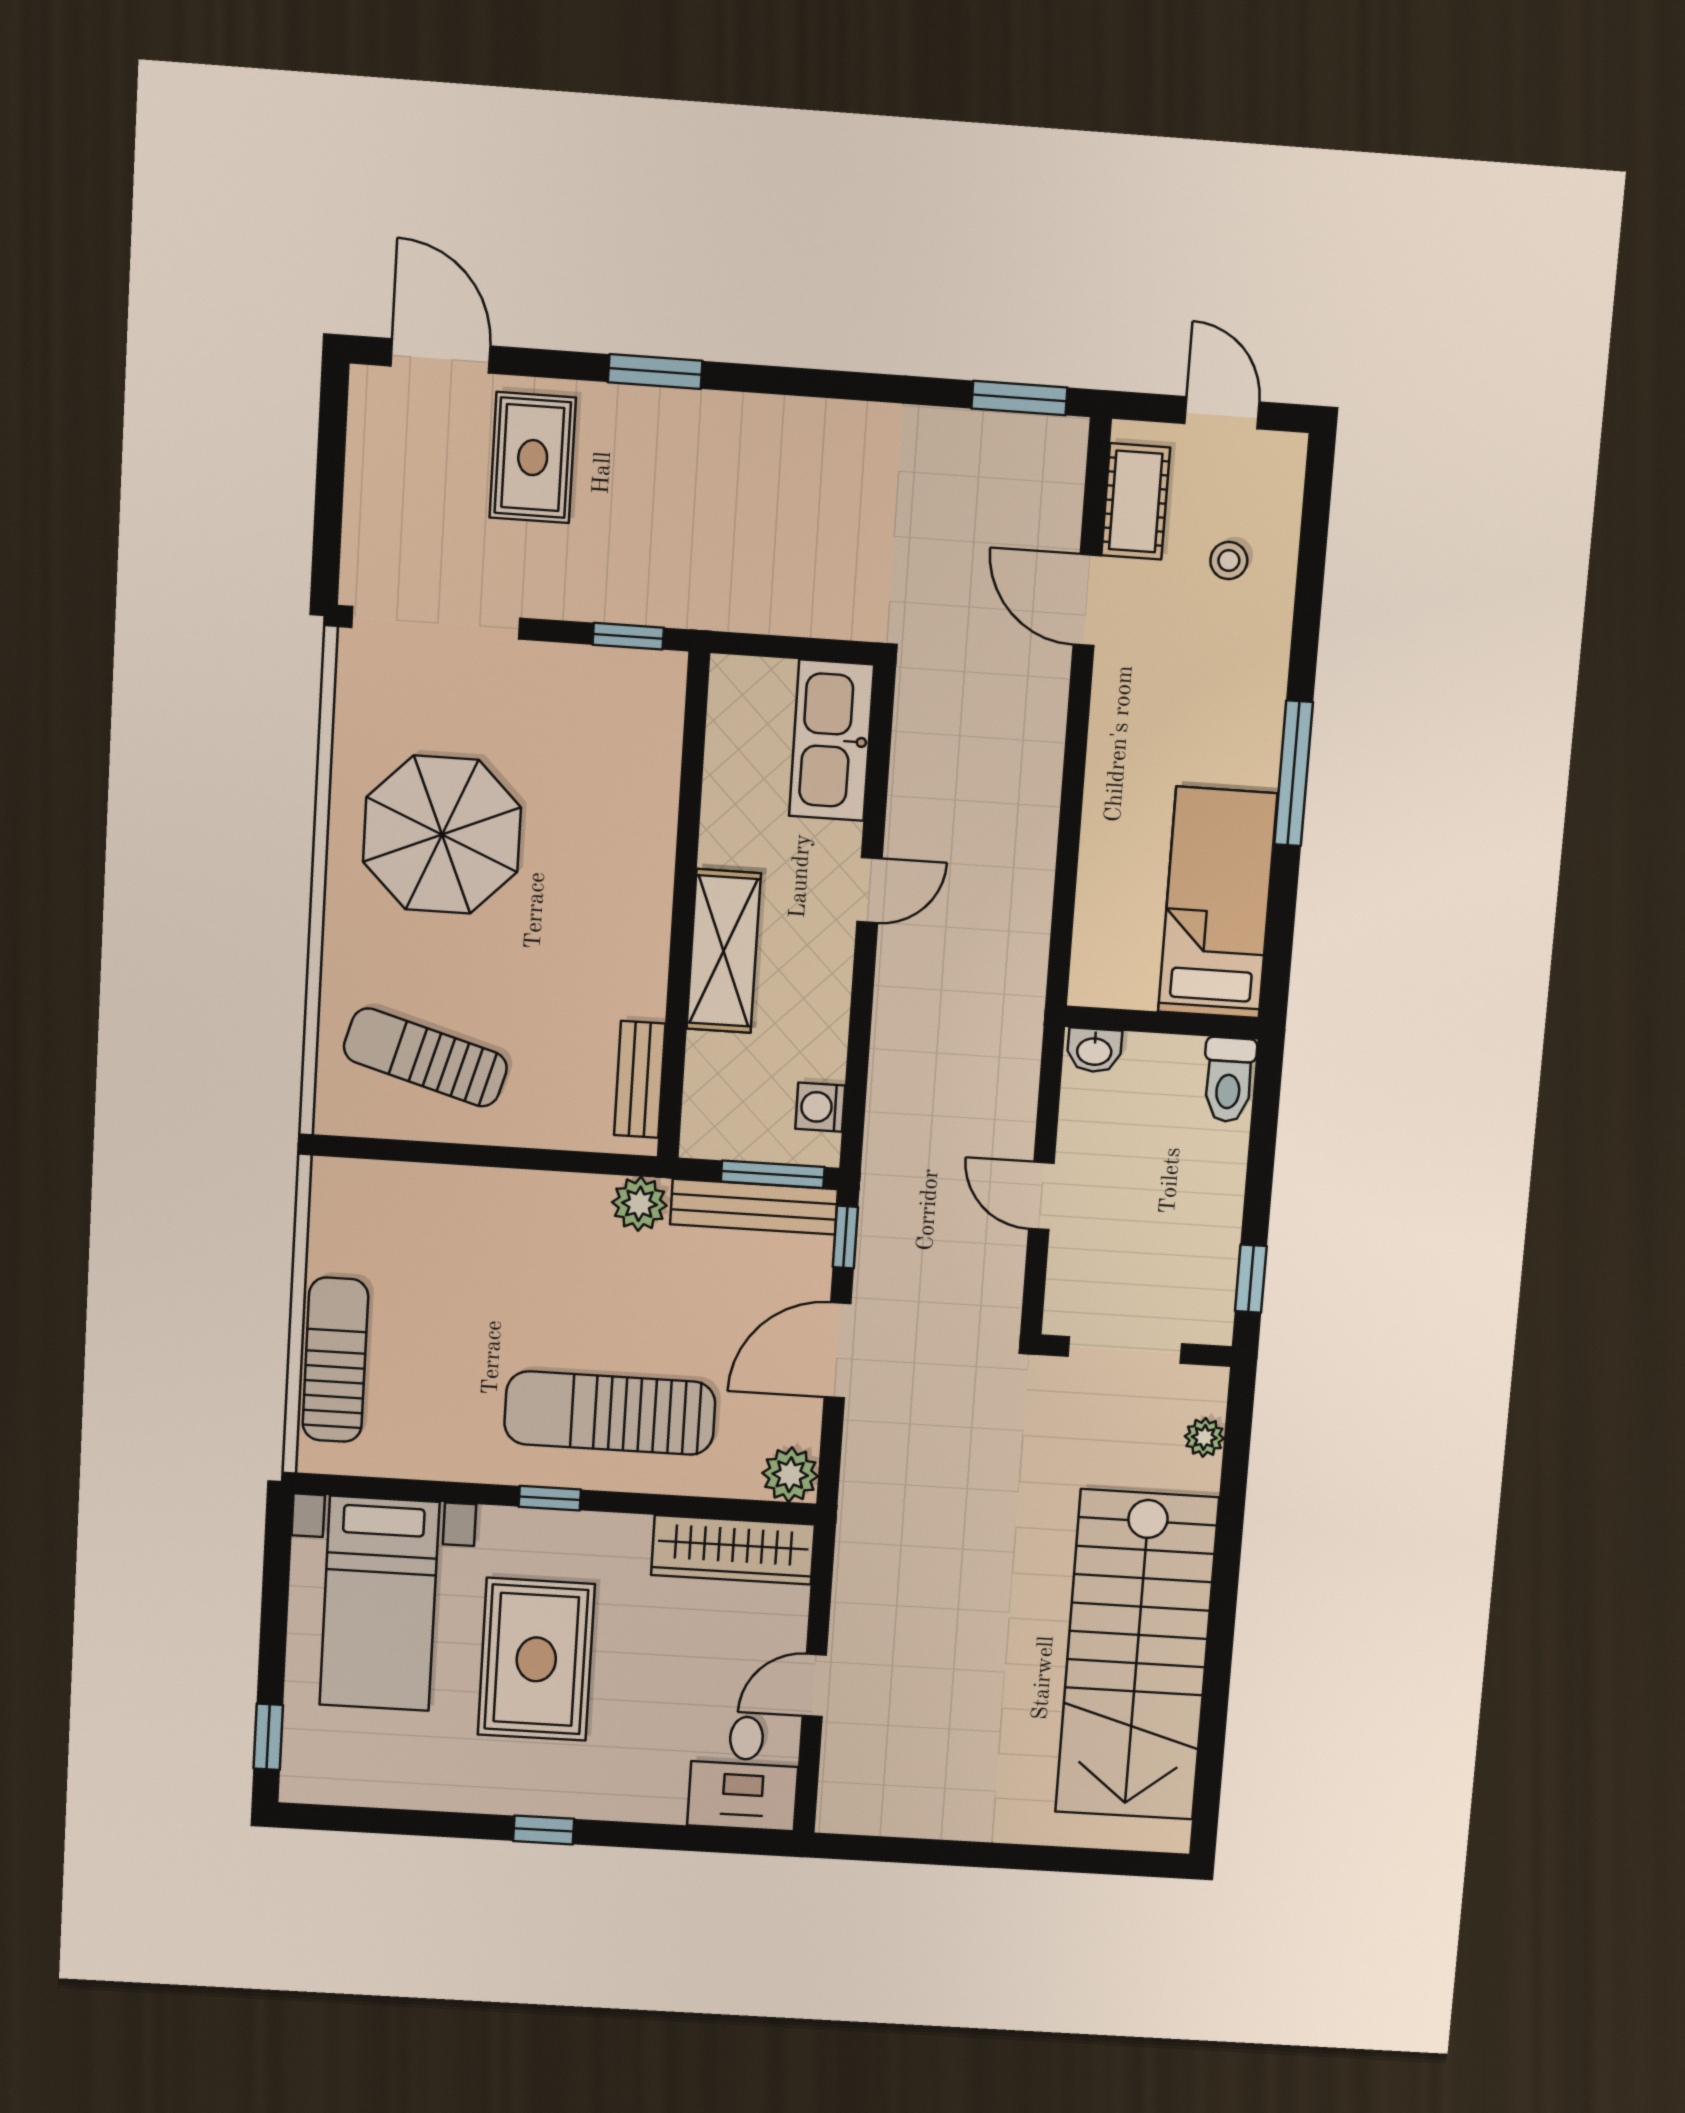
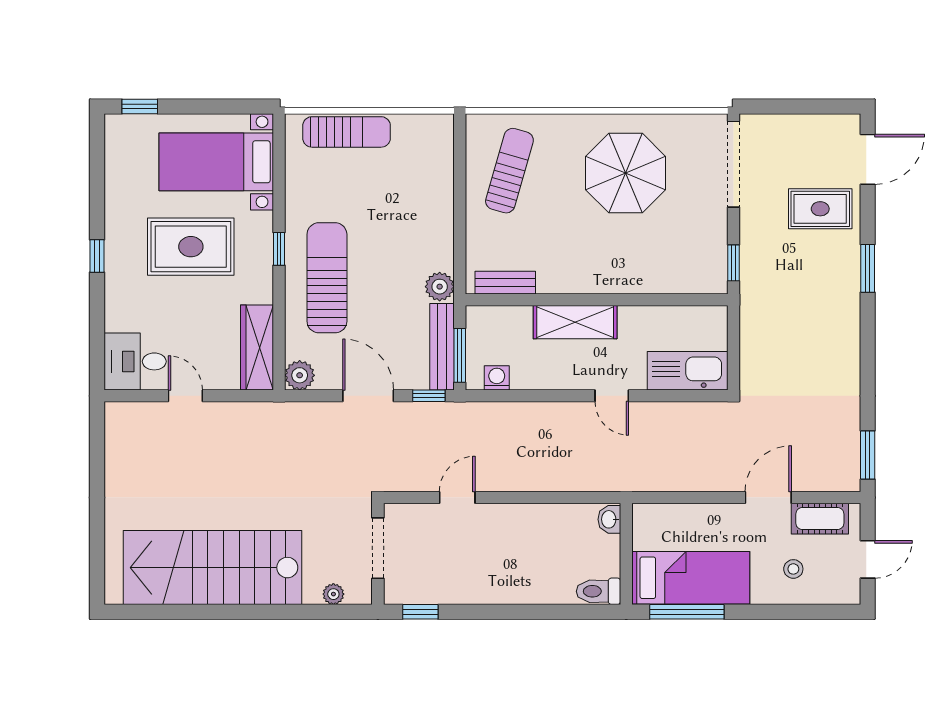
bed: (1218, 903) -> (691, 578), moved
wall: (1162, 1023) -> (626, 554), moved
washbasin: (1094, 1050) -> (609, 519), moved
toilet: (1229, 1080) -> (599, 591), moved

